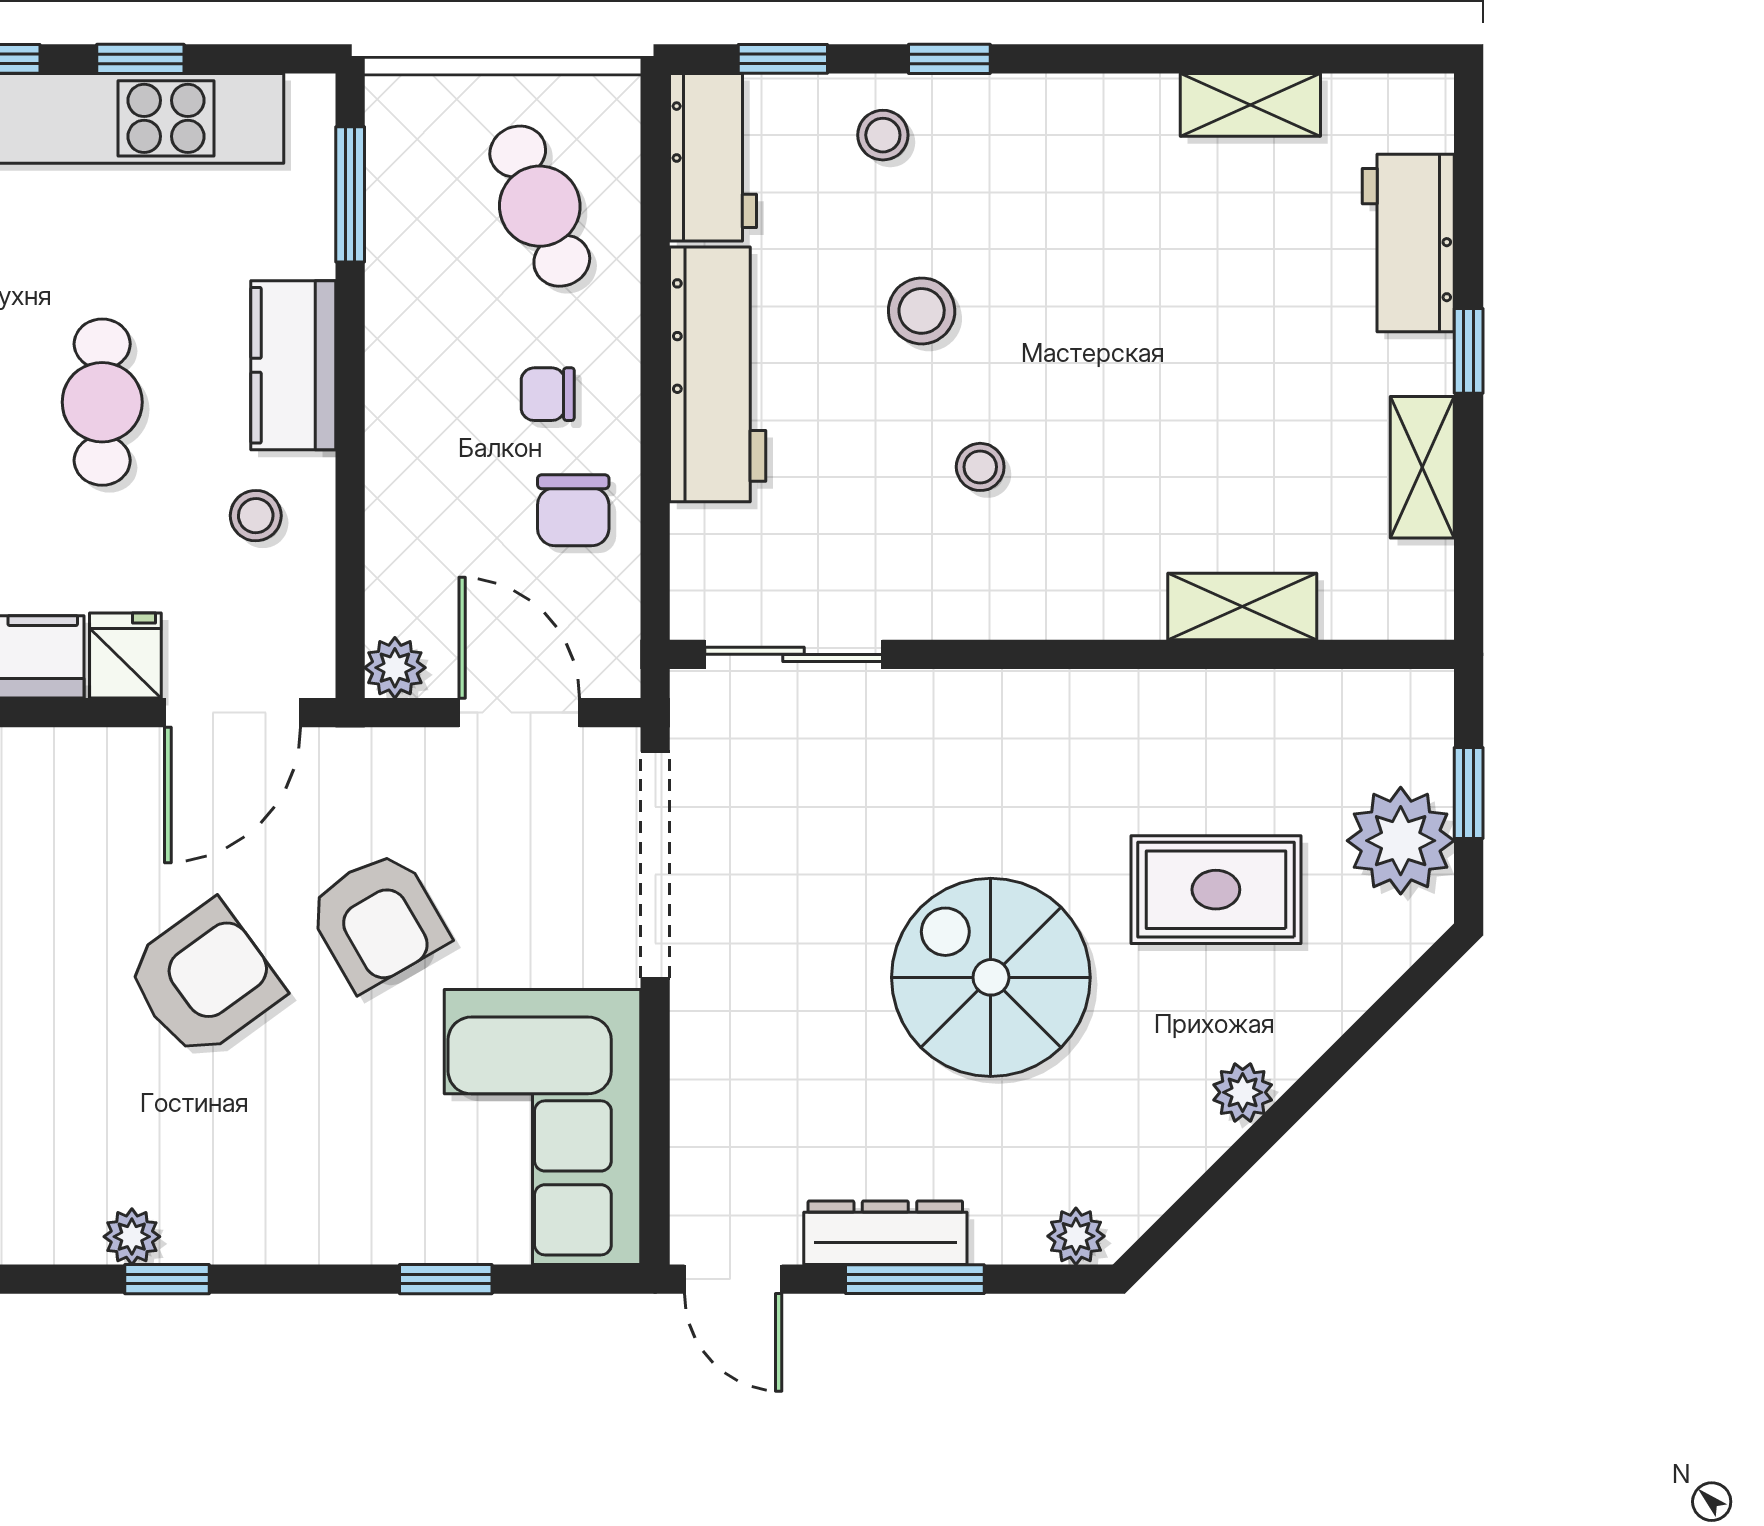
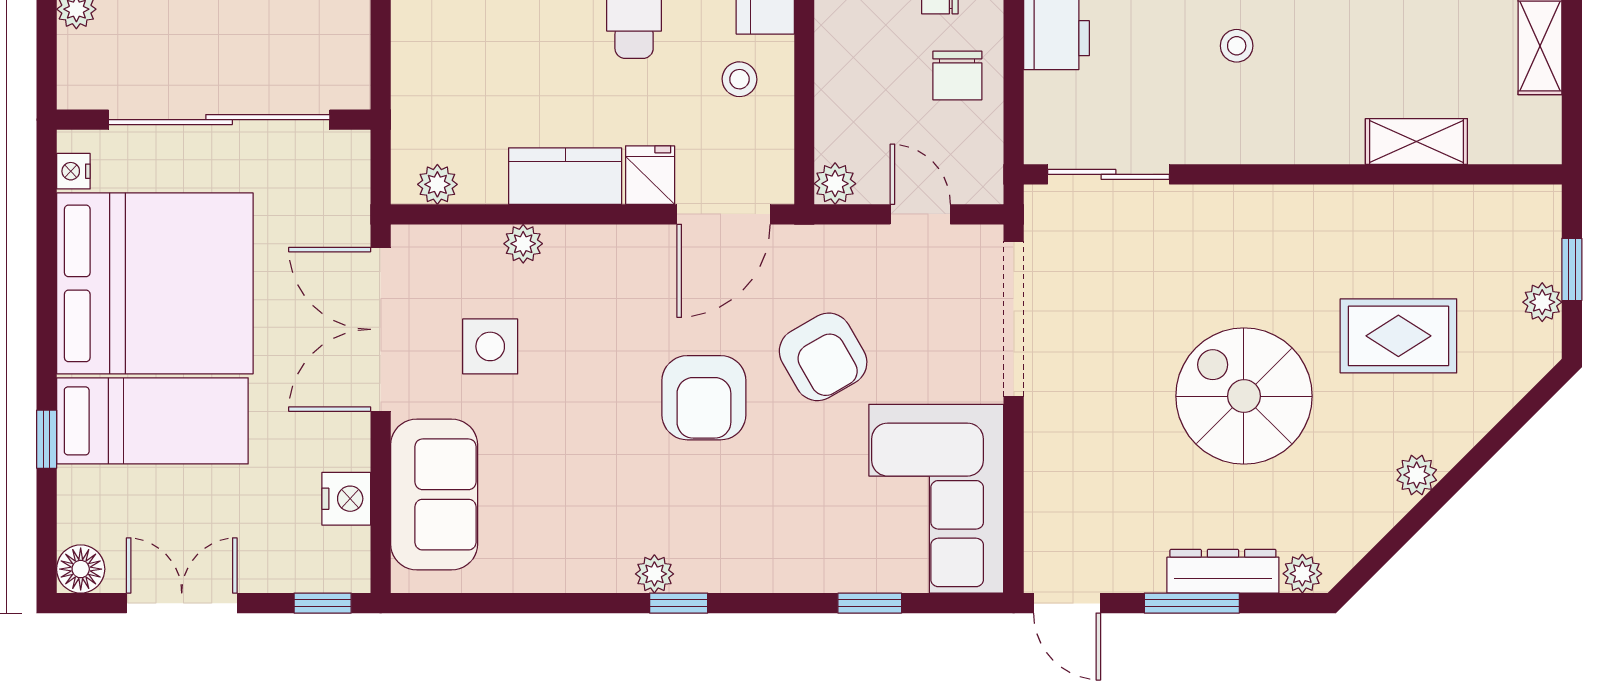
door: (519, 713) -> (920, 214), width x0.73
plant: (1401, 841) -> (1542, 302), width x0.53, depth x0.53
armchair: (204, 980) -> (704, 398), turned 126
dresser: (885, 1233) -> (1223, 571), moved

